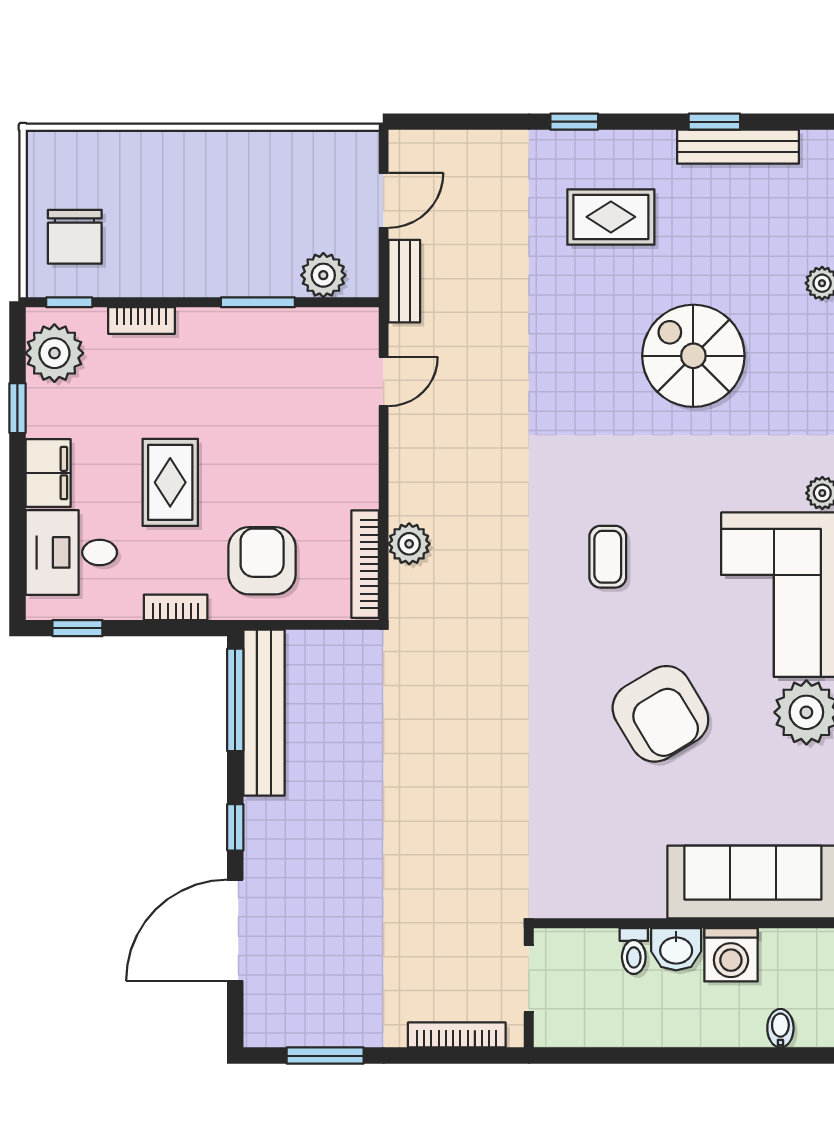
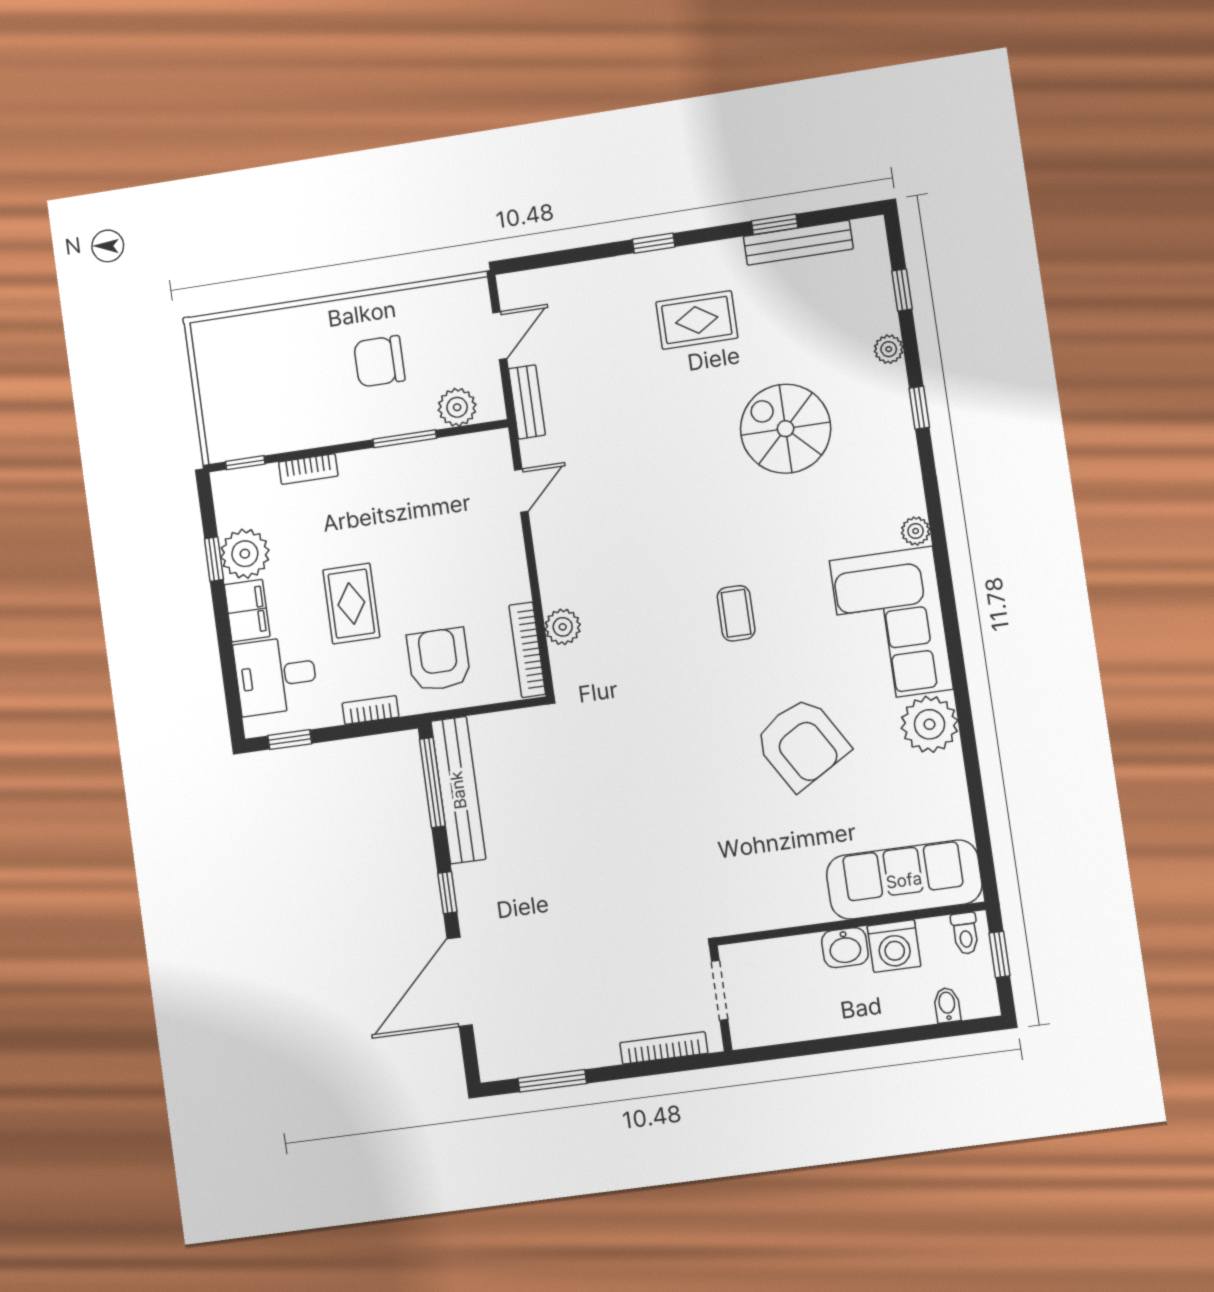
chair: (75, 237) -> (379, 361), moved, turned 90
plant: (54, 353) -> (245, 554), moved
toilet: (634, 951) -> (965, 933), moved

